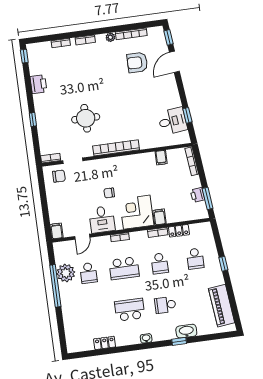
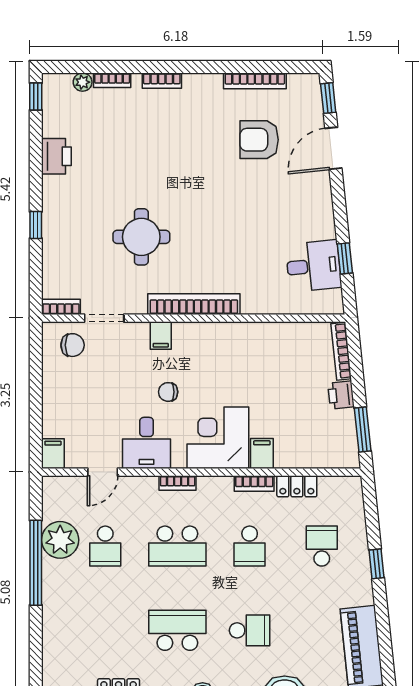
plant: (110, 37) -> (83, 82), moved
filing cabinet: (161, 158) -> (161, 336), moved
printer: (198, 195) -> (341, 395), moved
school desk: (195, 259) -> (322, 546), turned 180
school desk: (165, 305) -> (250, 630), turned 180

